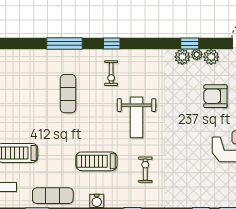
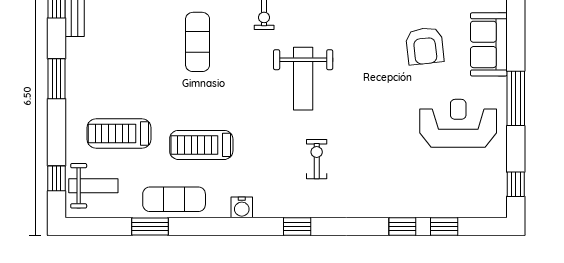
armchair: (215, 96) -> (425, 46), turned -96
treadmill: (96, 161) -> (201, 145), moved

